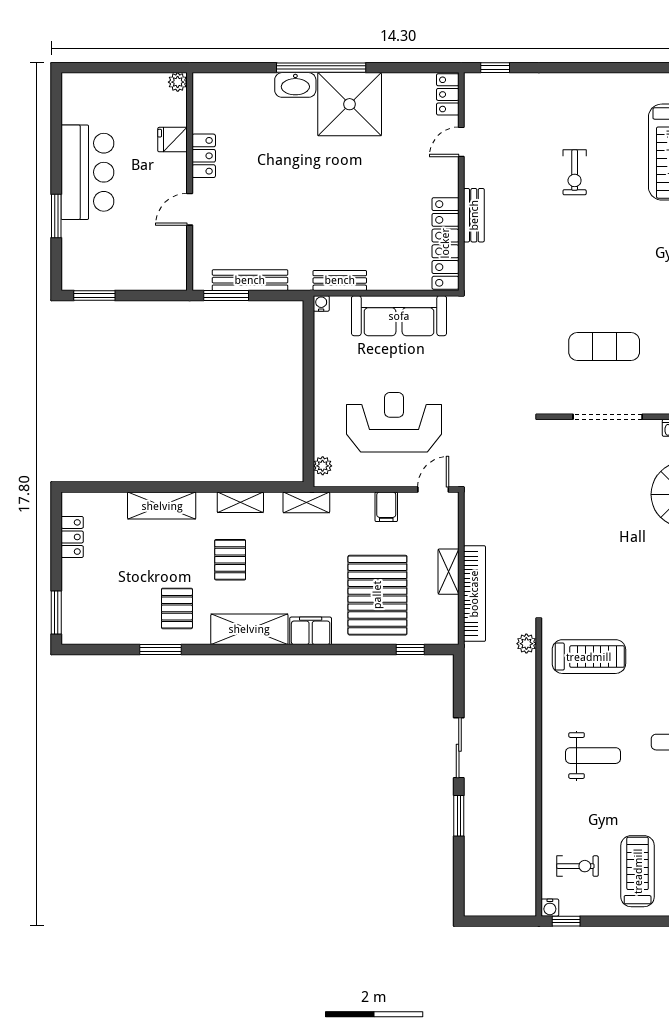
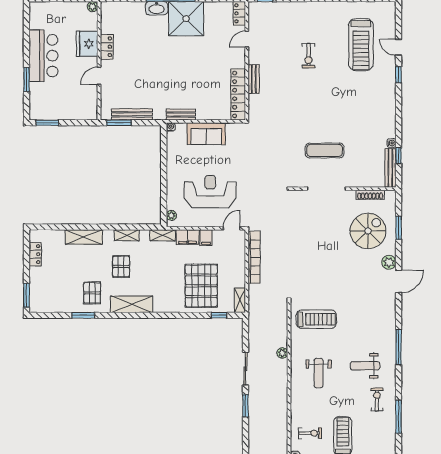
fridge: (173, 140) -> (87, 44), width x1.88, depth x1.34
sofa: (399, 316) -> (206, 134), width x0.73
shelving: (449, 572) -> (240, 300), moved
bookcase: (474, 594) -> (254, 257), moved
filing cabinet: (311, 631) -> (188, 237), moved, turned 180
plant: (526, 644) -> (282, 353), moved
weight bench: (593, 756) -> (319, 373), turned 90

